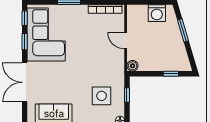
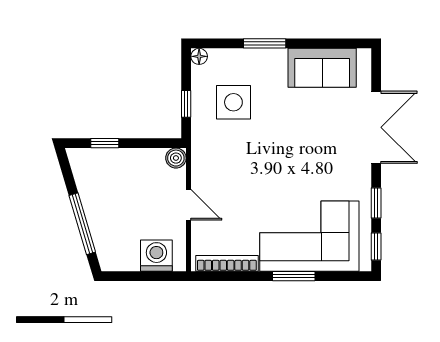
washing machine: (157, 13) -> (156, 256), moved
window: (183, 30) -> (82, 224), width x1.44
corner sofa: (46, 35) -> (309, 236), moved, turned 90

